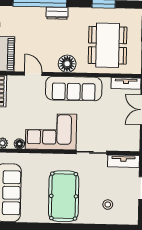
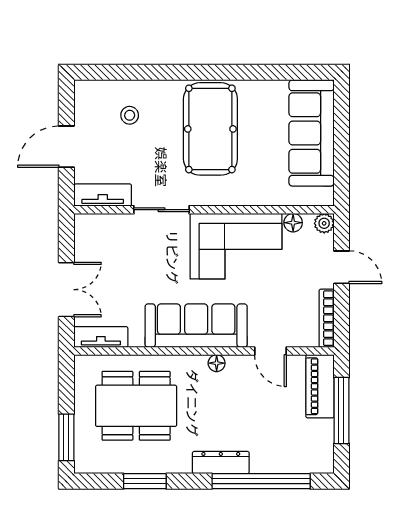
dresser: (57, 13) -> (221, 463), width x1.44
dining table: (108, 45) -> (136, 406), turned 90
floor lamp: (67, 64) -> (217, 363), width x0.53, depth x0.53

